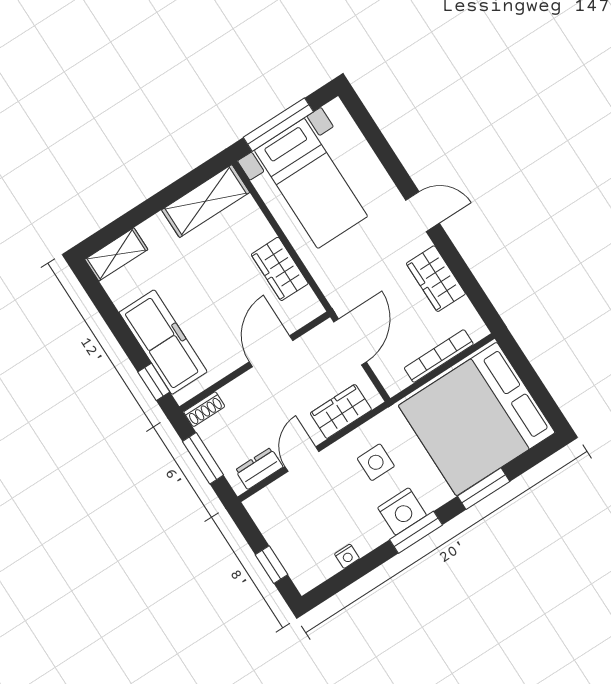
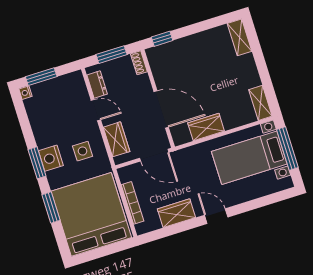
shelving: (206, 201) -> (260, 103), width x0.67, depth x0.75
door: (423, 212) -> (216, 216), swing flipped
freezer: (163, 342) -> (183, 50), removed
door: (271, 351) -> (161, 109), width x1.36
nightstand: (347, 556) -> (26, 93), moved
window: (272, 565) -> (41, 77), width x1.50

